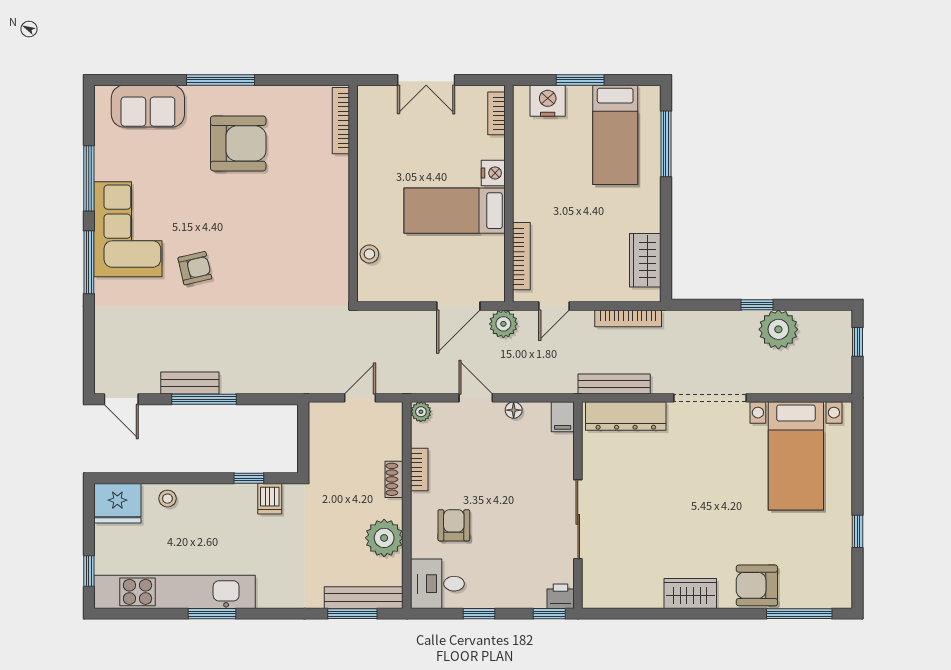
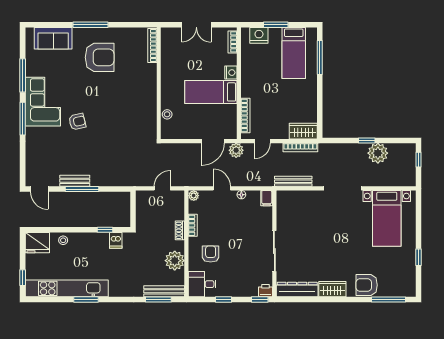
wardrobe: (645, 260) -> (303, 131), moved, turned 90
dresser: (626, 416) -> (297, 290), moved, turned 180

